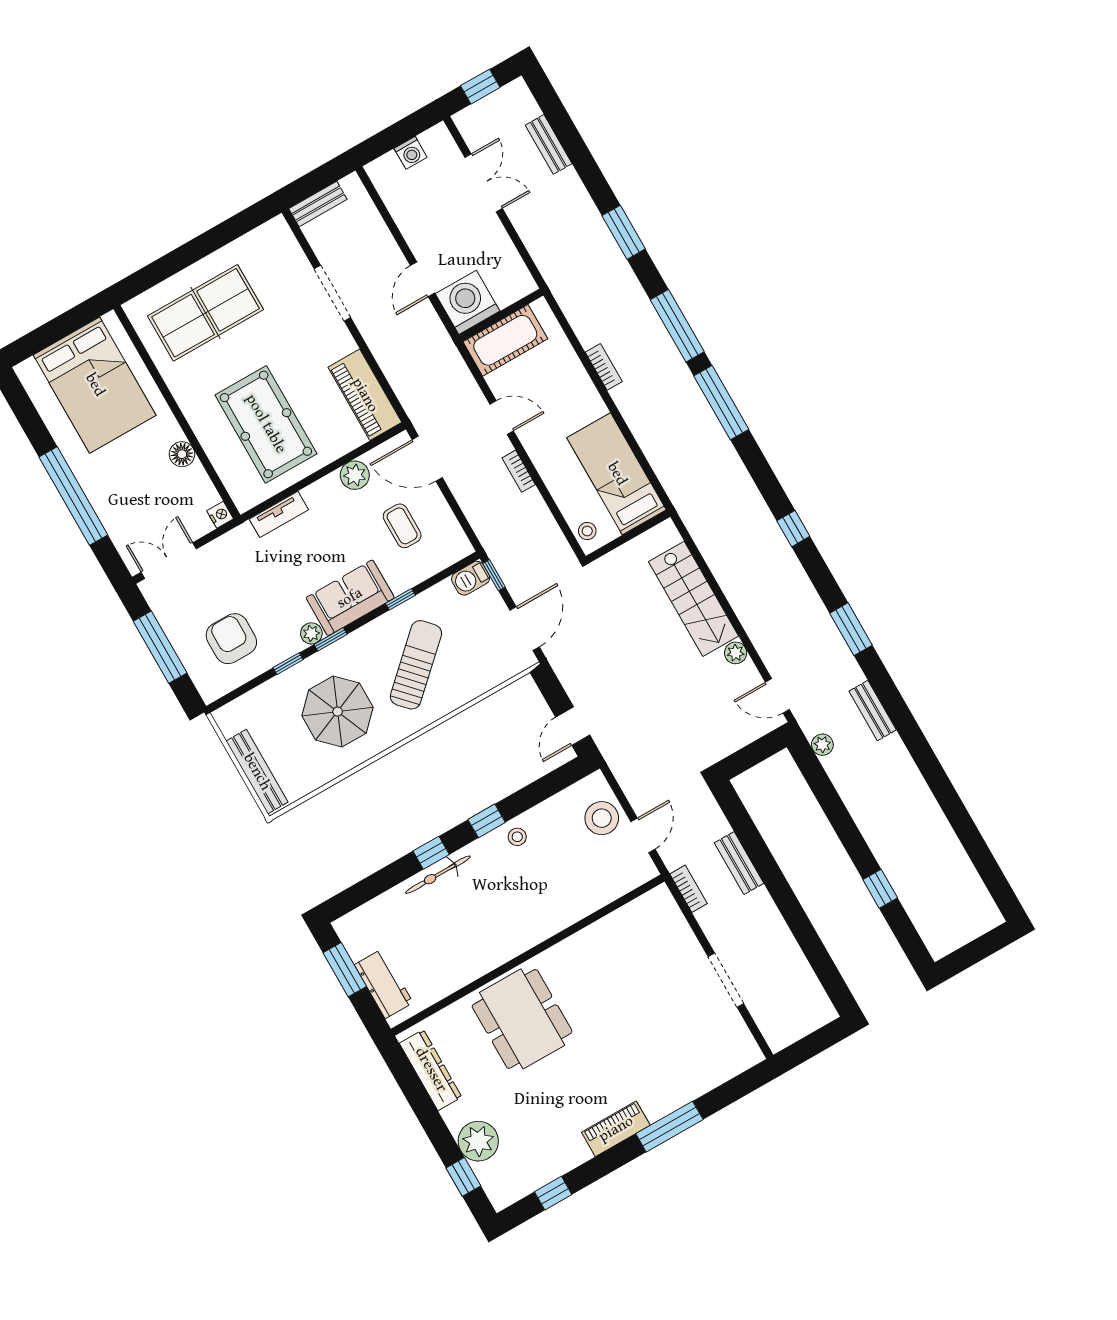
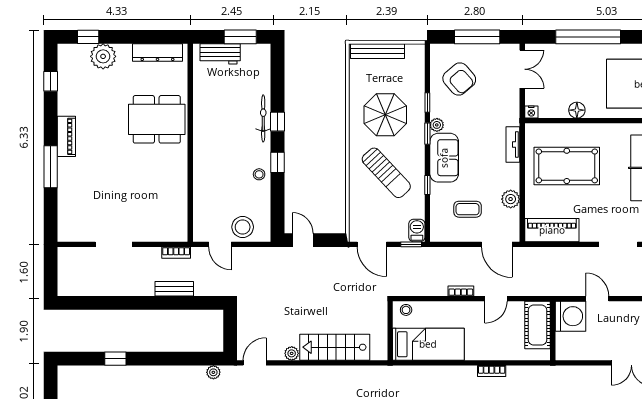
door: (427, 459) -> (497, 244), swing flipped
armchair: (231, 639) -> (459, 79), turned 49

